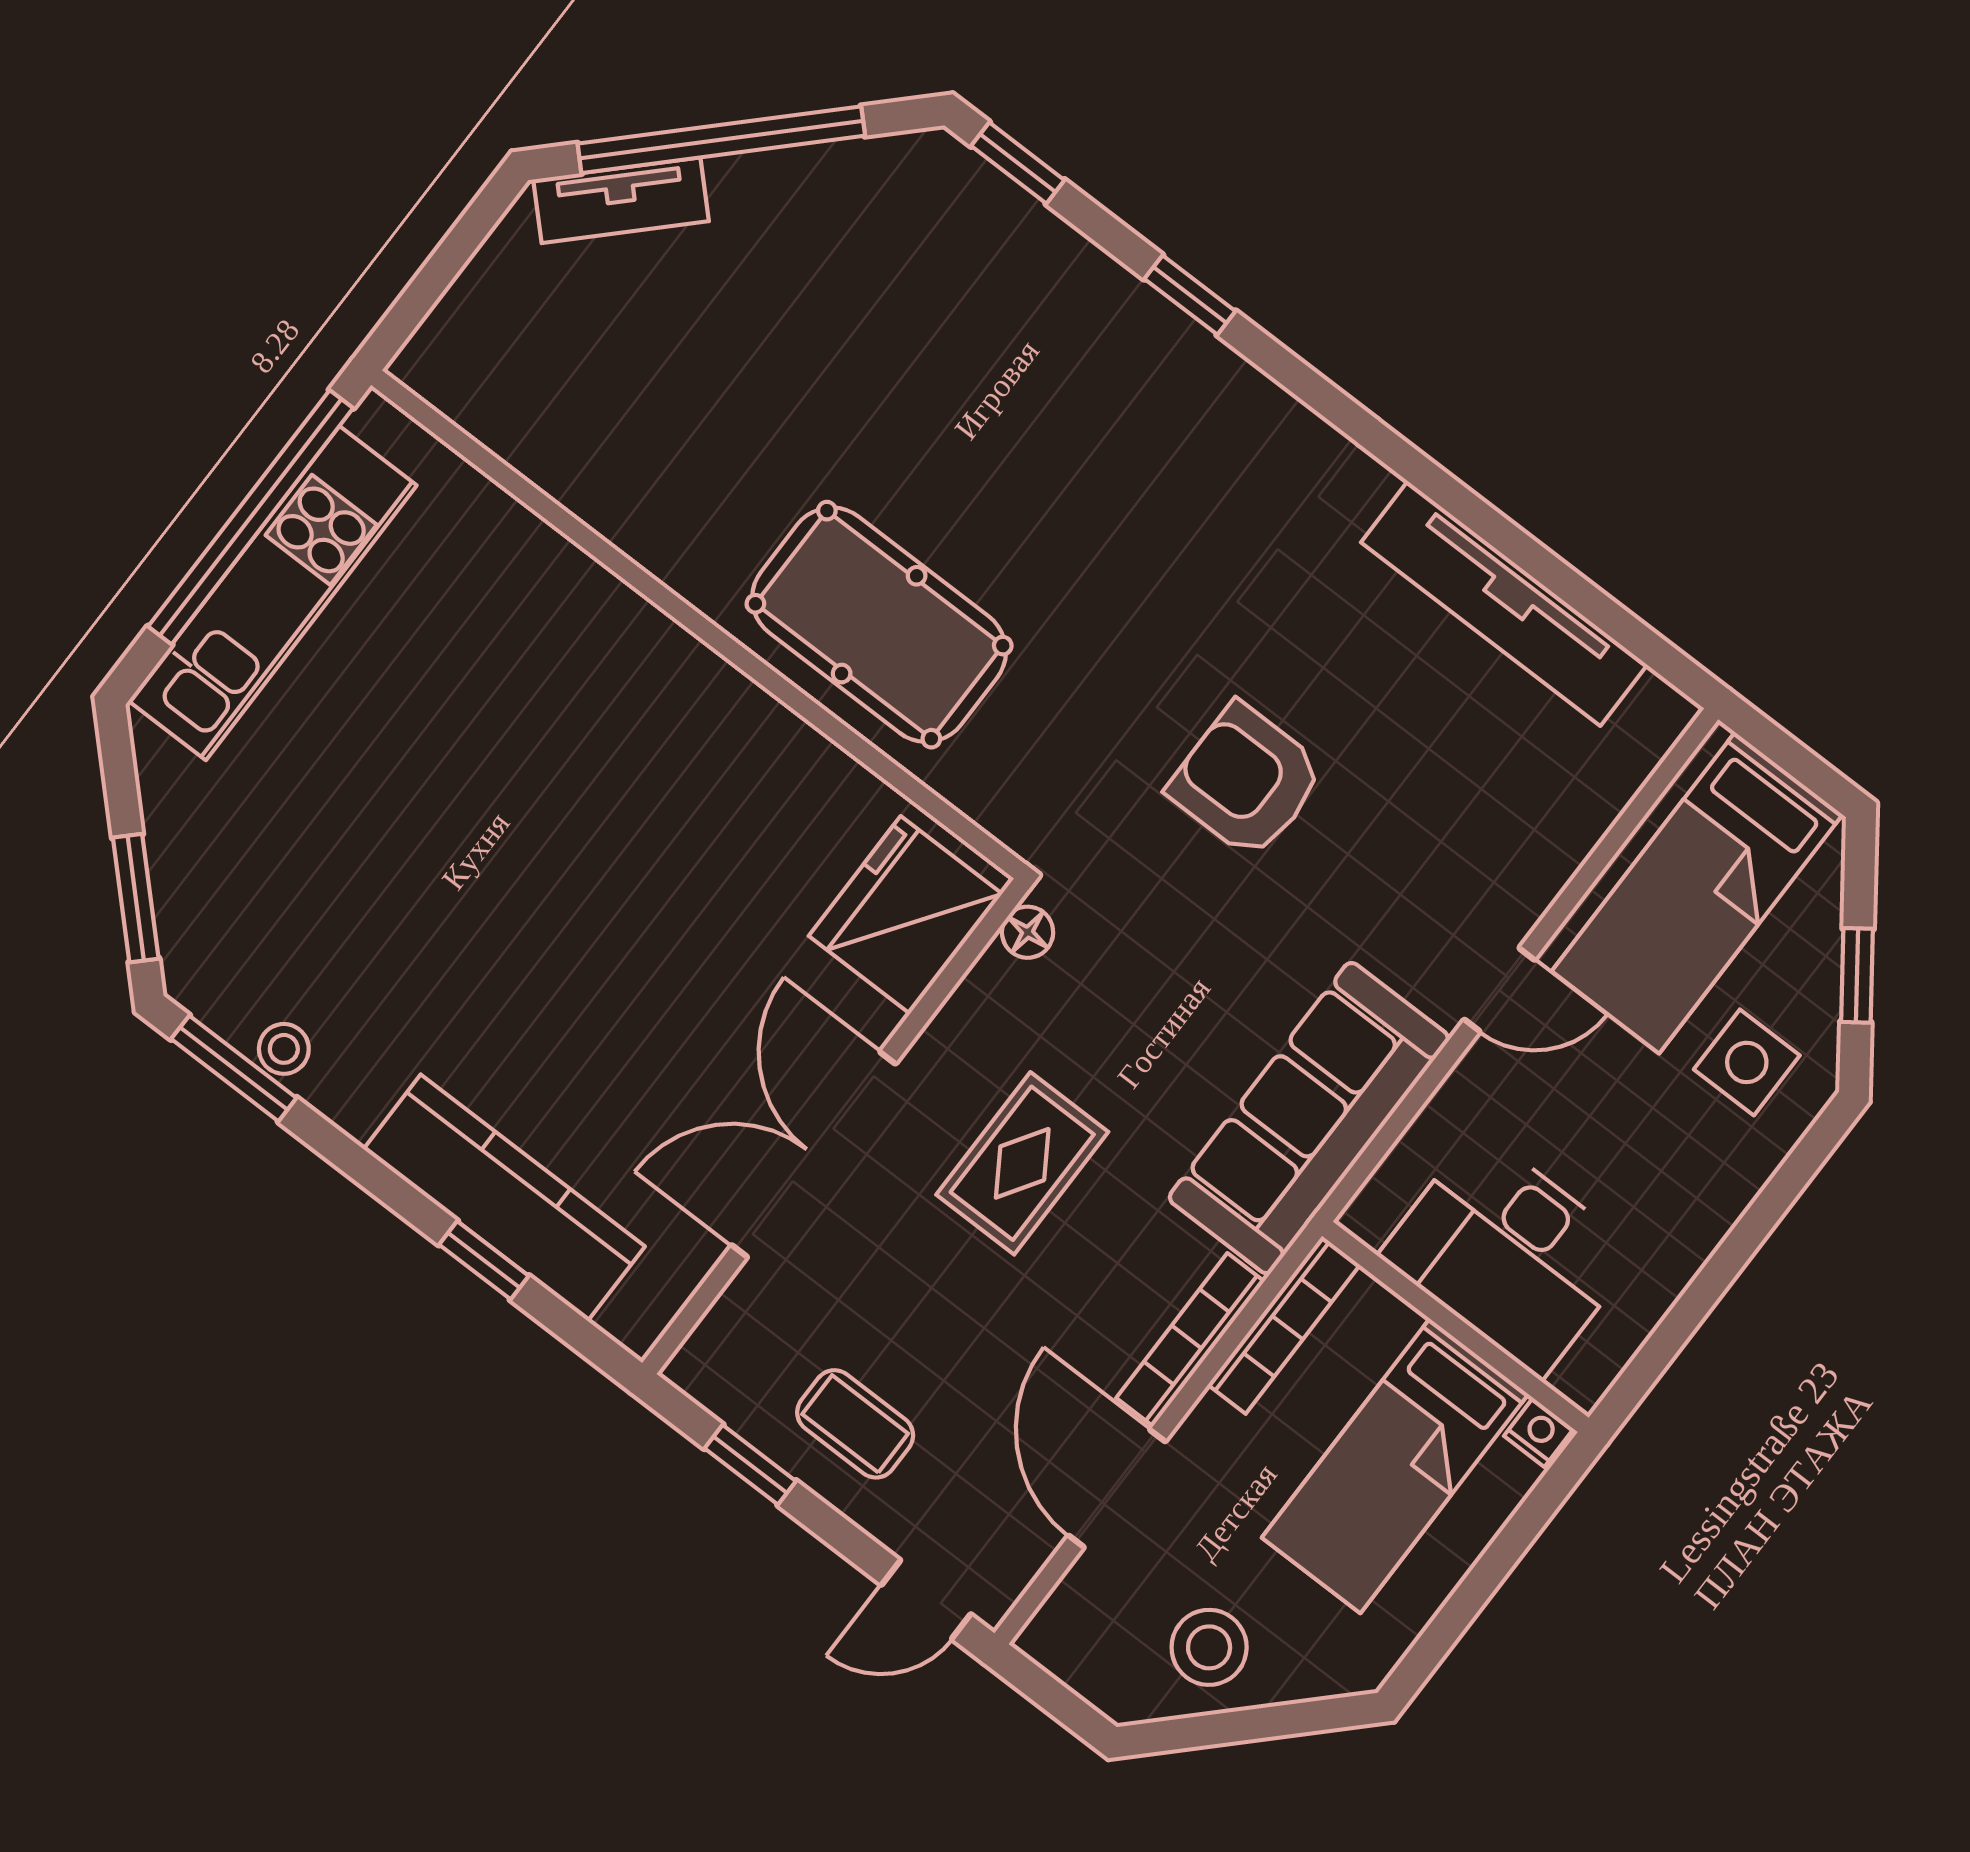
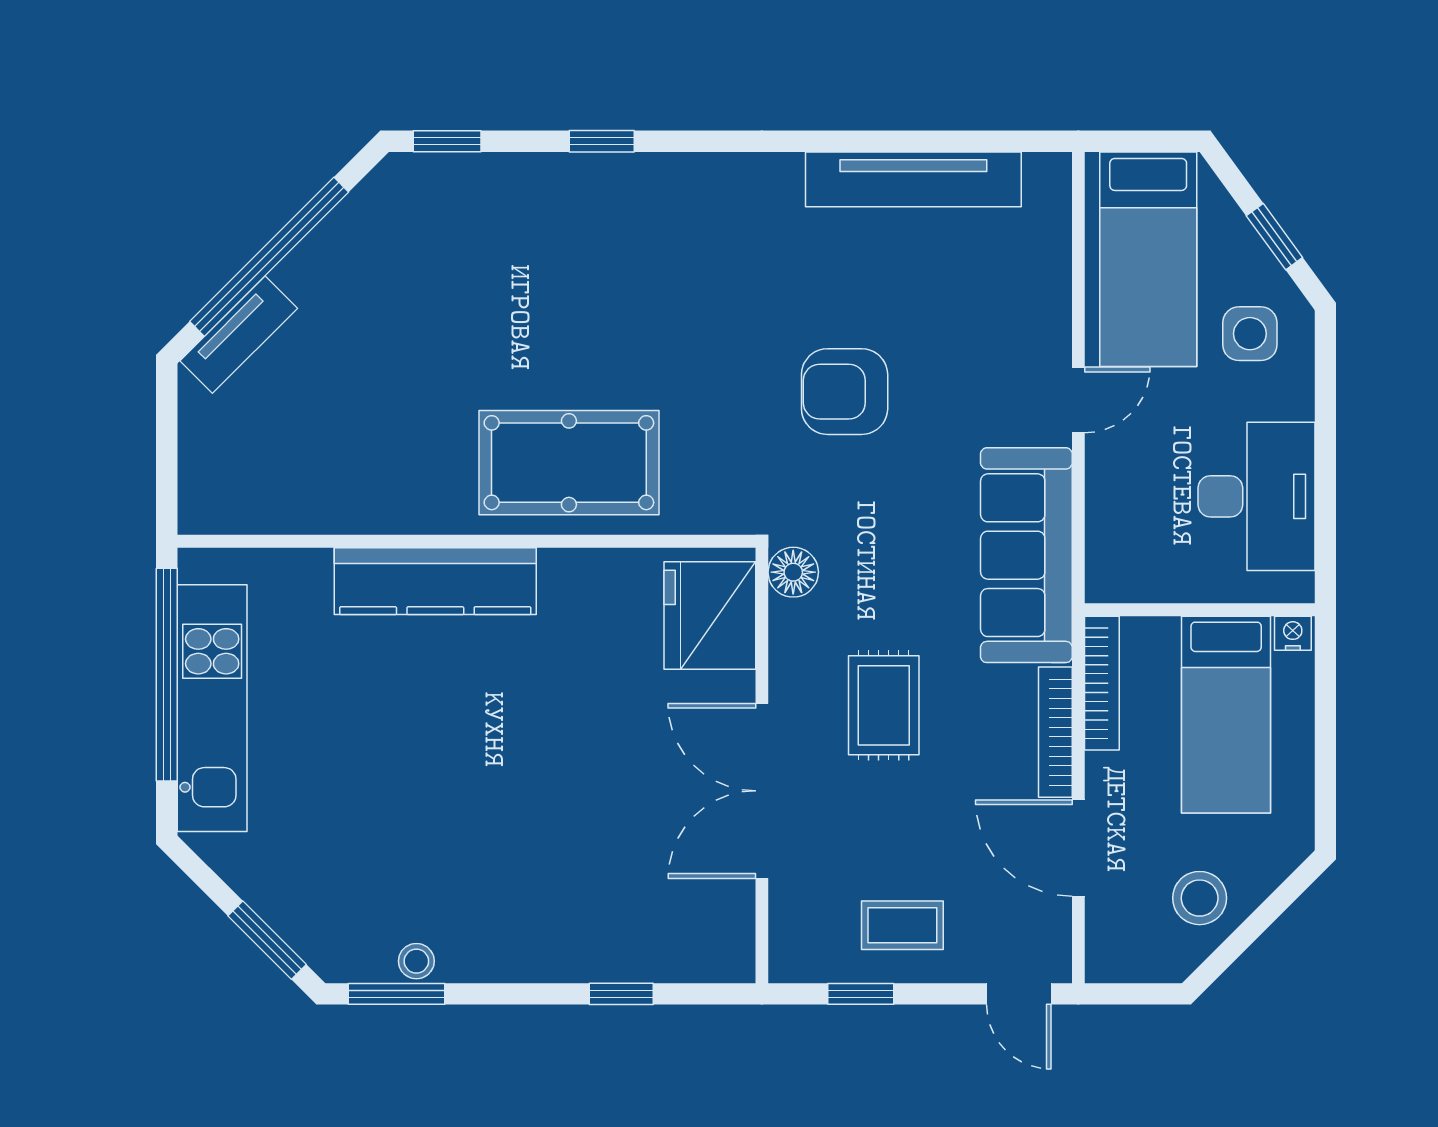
floor lamp: (1028, 932) -> (793, 572), width x1.37, depth x1.37
kitchen counter: (504, 1198) -> (435, 581), moved, turned 180
desk: (1509, 1254) -> (1256, 496), moved, turned -90
door: (926, 1600) -> (1019, 994), hinge flipped

